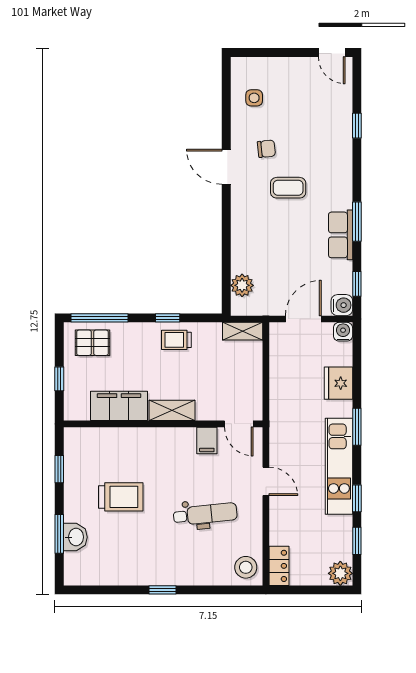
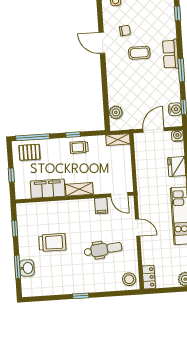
row of seats: (341, 235) -> (171, 54), moved
water cooler: (342, 305) -> (175, 109), moved

